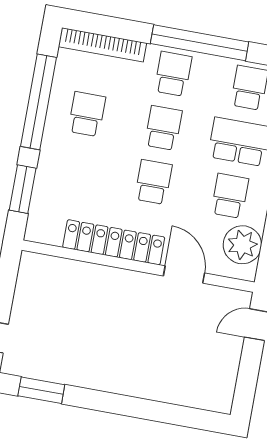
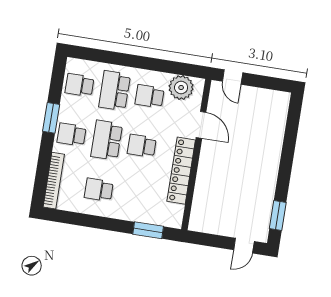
window: (200, 43) -> (51, 118), width x0.47
window: (38, 102) -> (91, 221), removed
school desk: (163, 128) -> (107, 140), width x1.85
door: (184, 274) -> (201, 125), swing flipped

